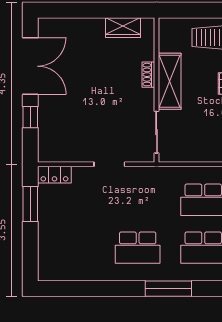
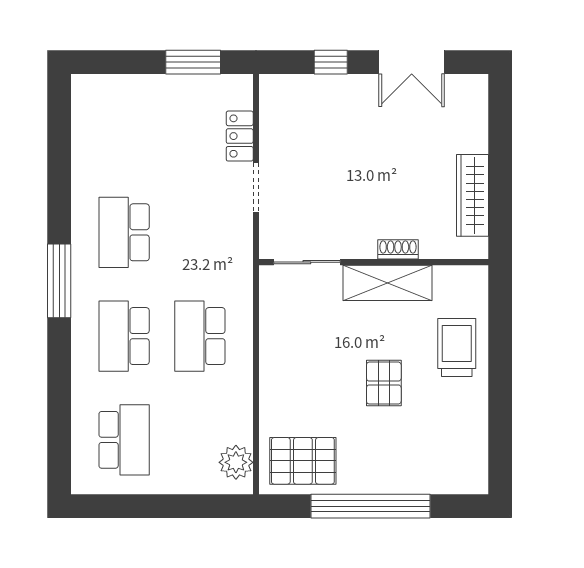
wardrobe: (123, 28) -> (472, 195), width x1.50
double door: (30, 66) -> (412, 62), width x0.73
locker: (54, 175) -> (240, 136), moved

